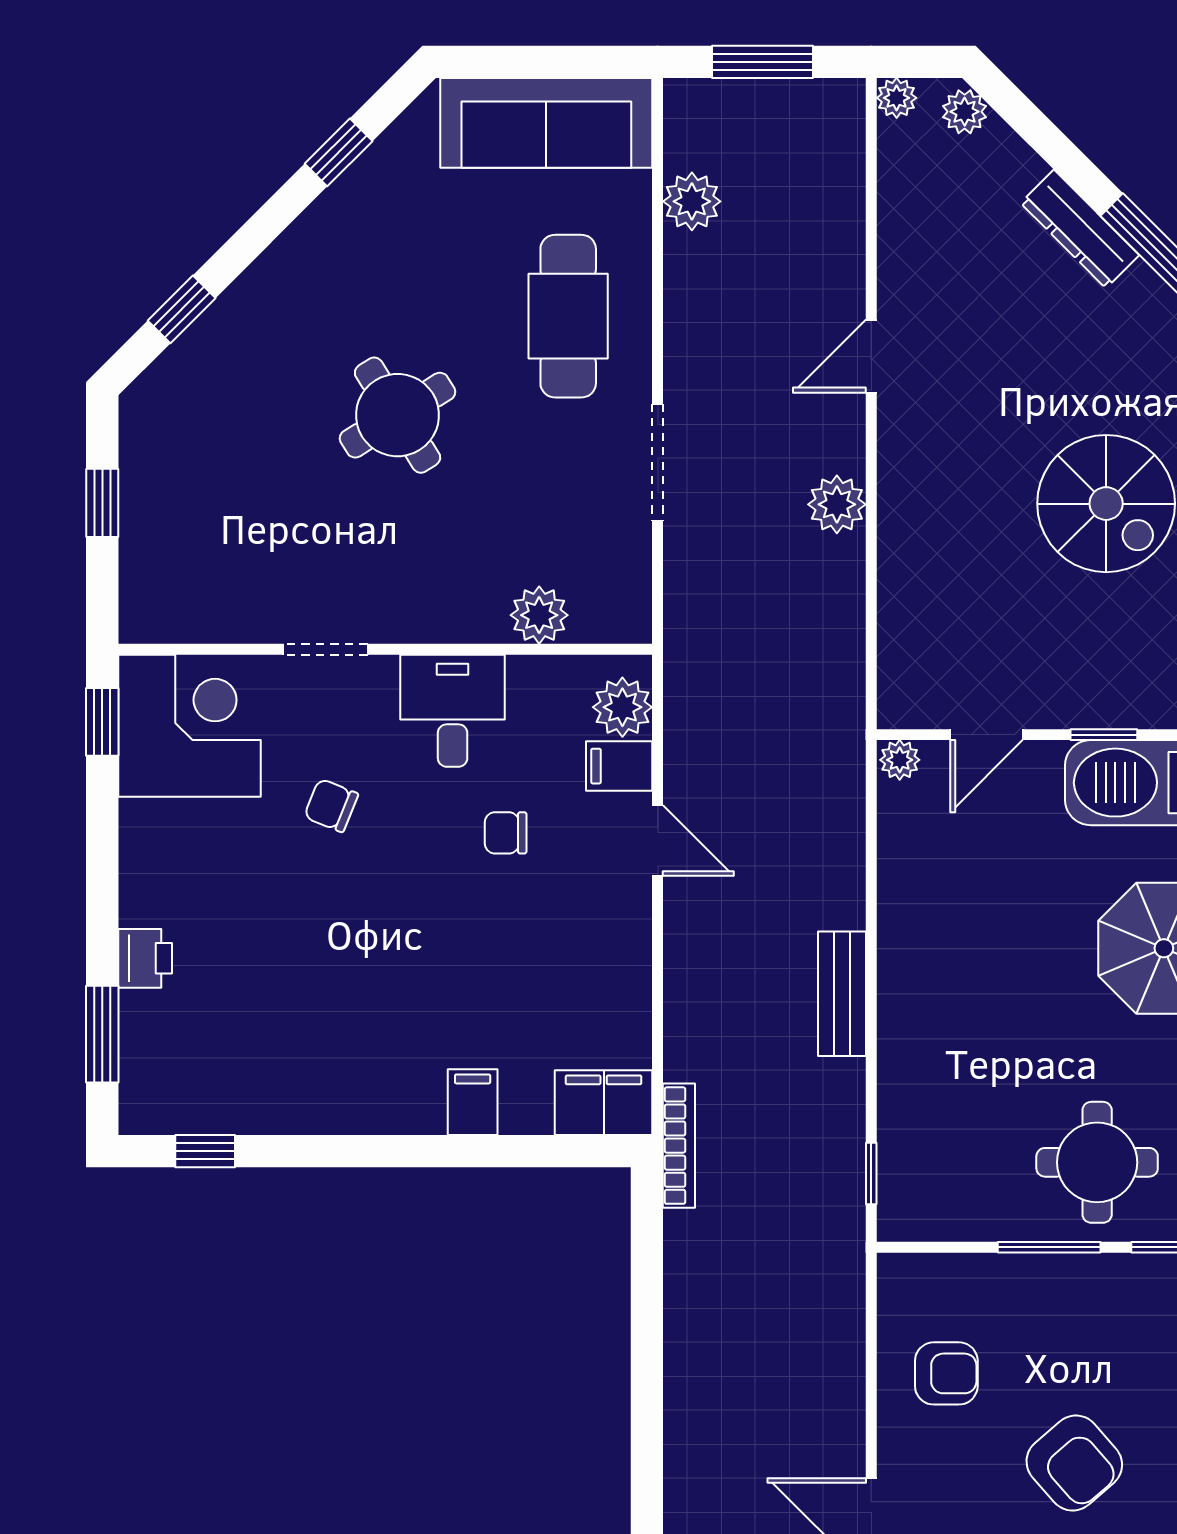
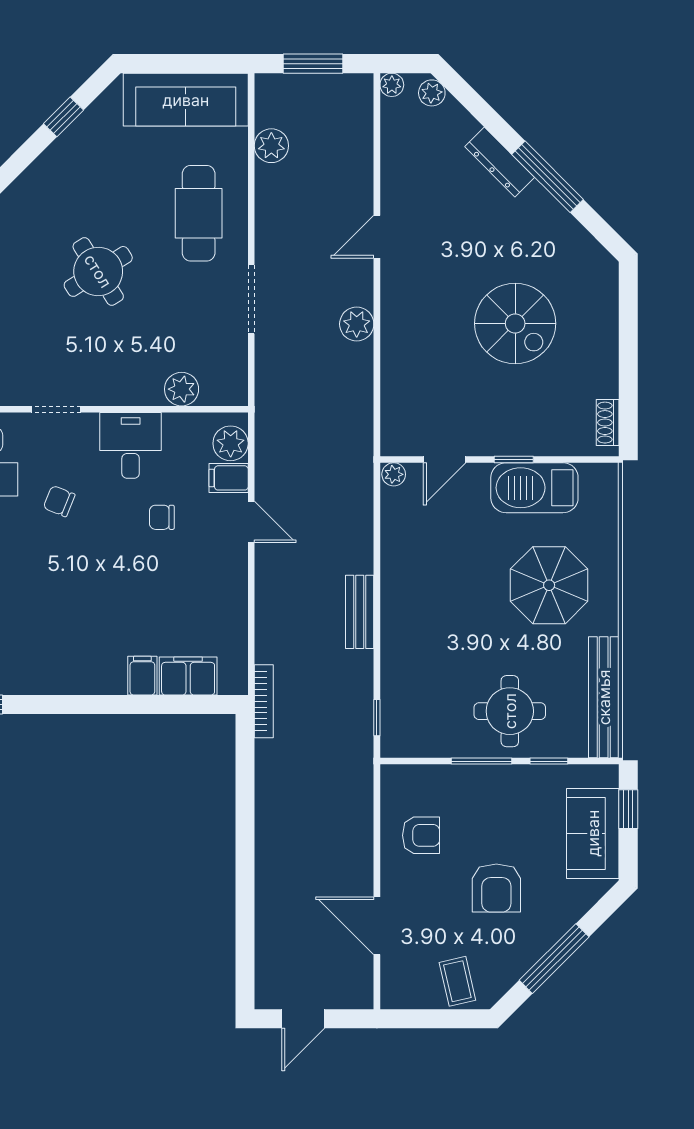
filing cabinet: (604, 1103) -> (188, 676), moved
armchair: (1074, 1463) -> (496, 888), turned 41

